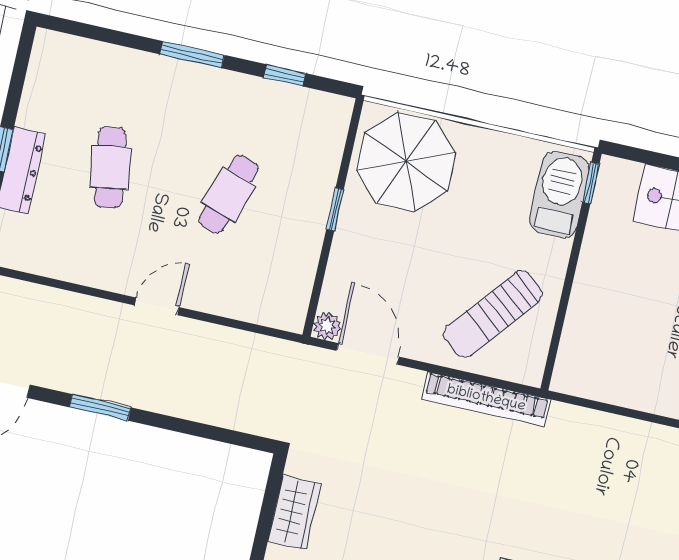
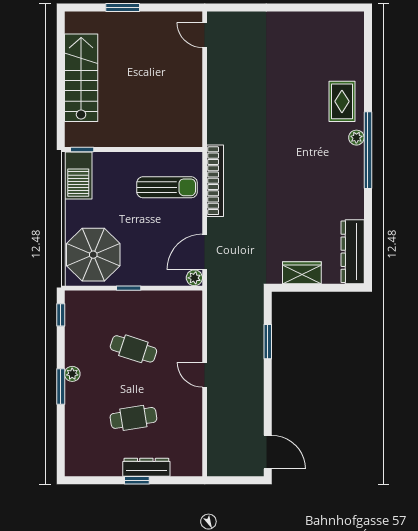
window: (285, 75) -> (61, 315), moved
plant: (209, 79) -> (72, 374), added
barbecue: (559, 194) -> (78, 176), moved, turned -90
sun lounger: (493, 314) -> (167, 187), turned -39
window: (100, 407) -> (268, 342), moved

